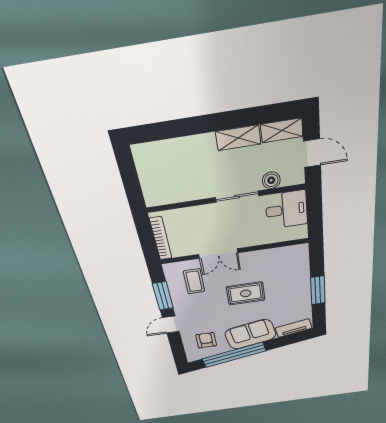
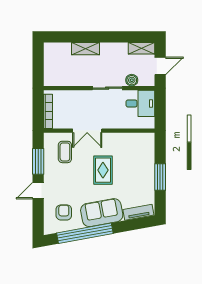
shelving: (238, 138) -> (86, 49), moved
door: (312, 153) -> (160, 66), hinge flipped
rug: (246, 293) -> (103, 170), turned 90

